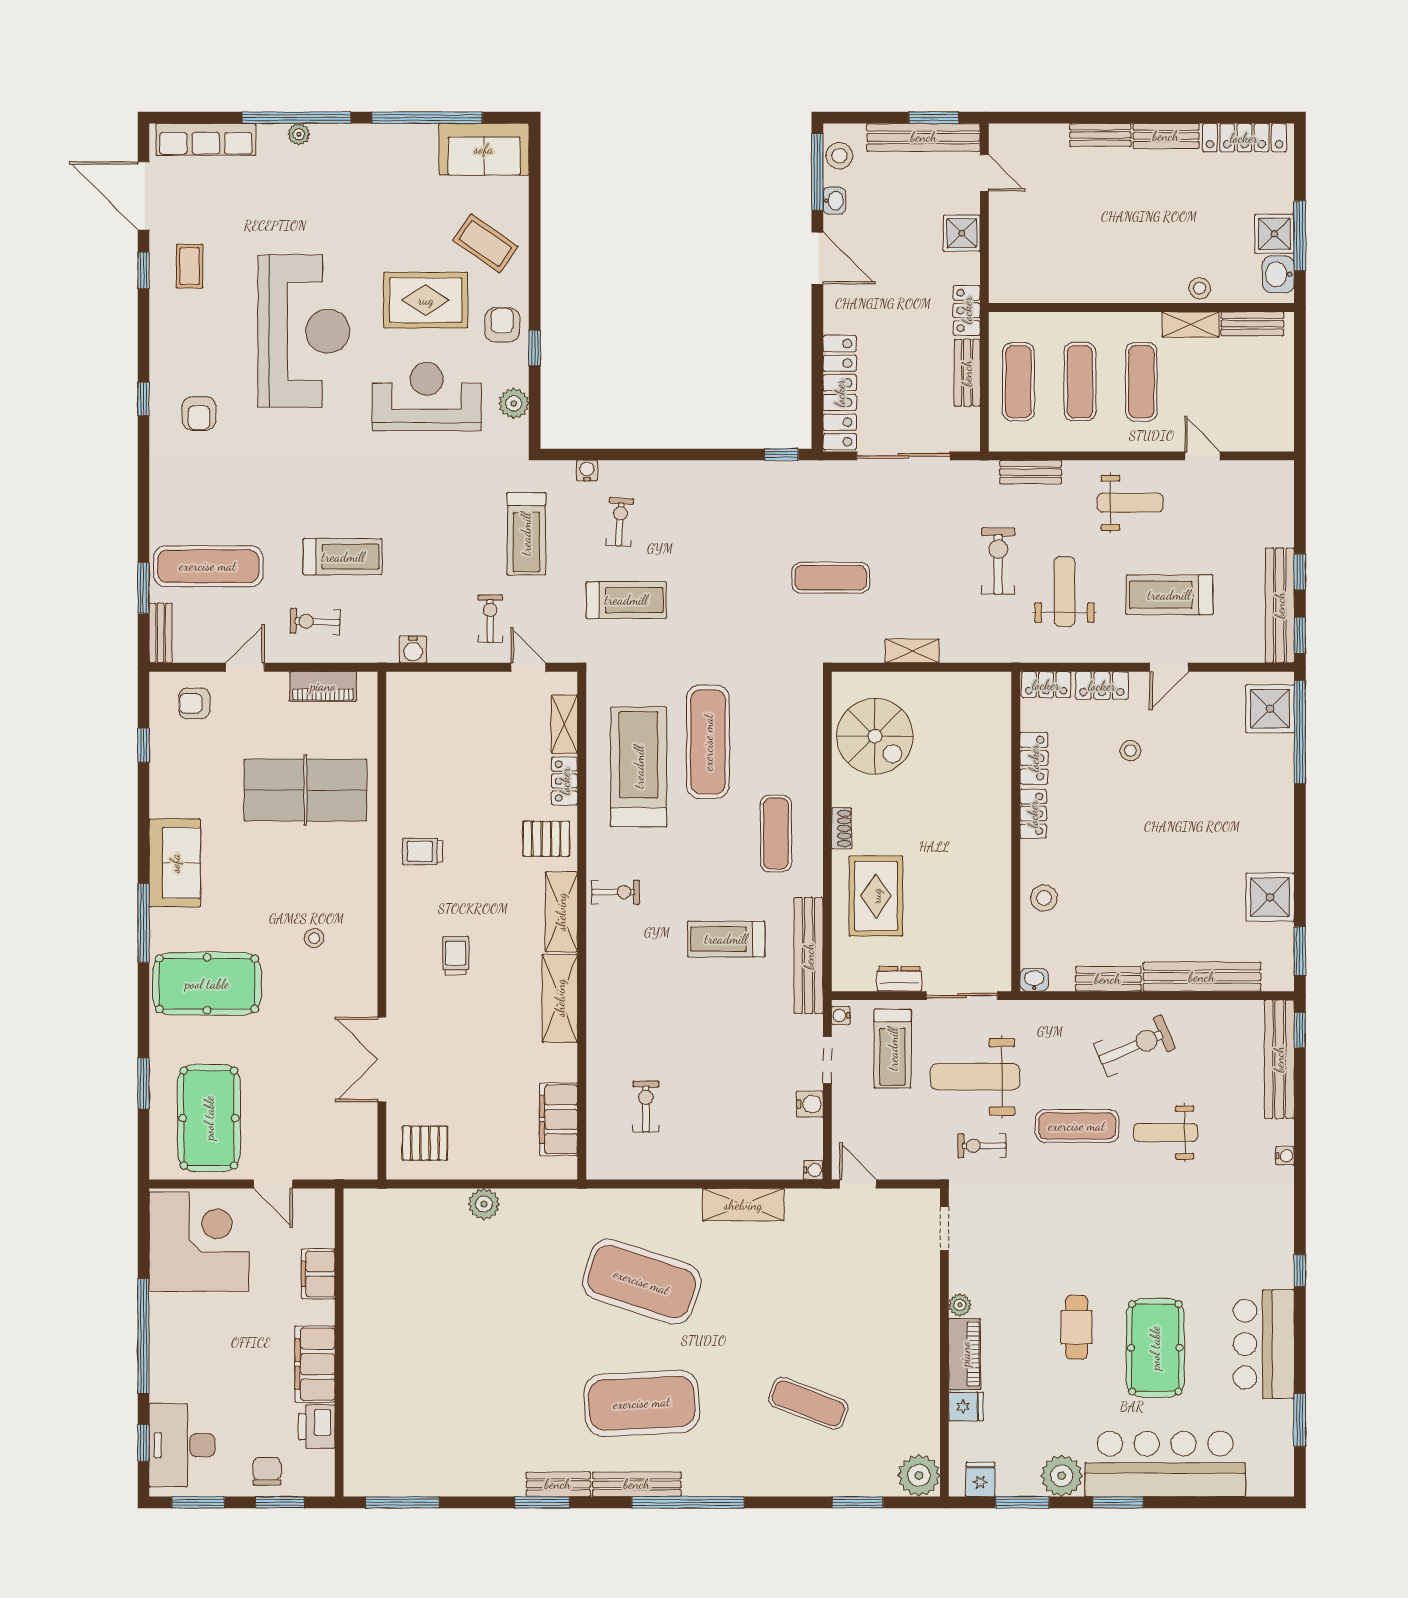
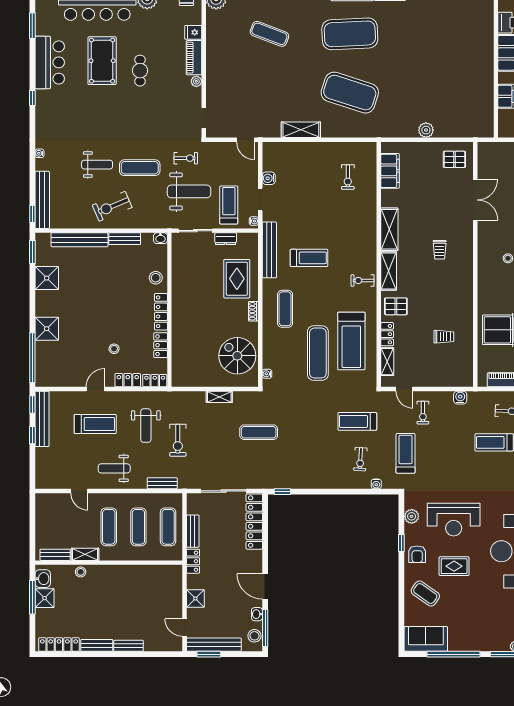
rug: (426, 300) -> (454, 566), width x0.73, depth x0.70
shower: (1270, 709) -> (47, 329), moved
locker: (1033, 814) -> (161, 312), width x1.53
trolley: (423, 851) -> (444, 337), moved
water cooler: (813, 1170) -> (267, 374), moved

